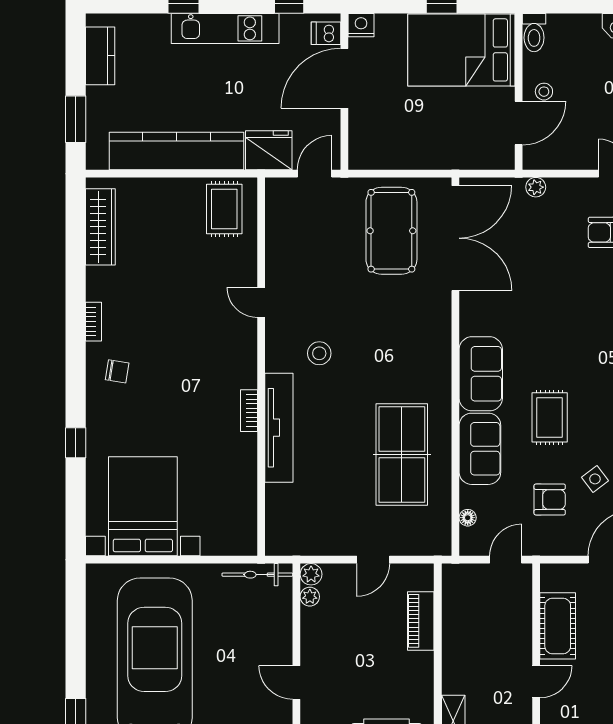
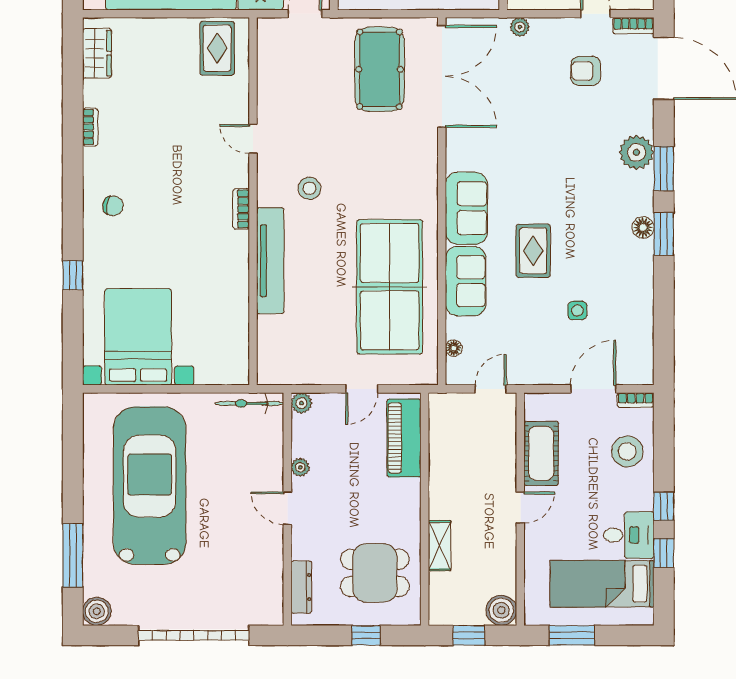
wardrobe: (100, 227) -> (97, 53), width x0.67
bookcase: (94, 322) -> (90, 127), moved
bookcase: (249, 411) -> (241, 209), moved
table tennis table: (402, 455) -> (390, 287), width x1.36, depth x1.32
side table: (595, 479) -> (577, 310), turned 37
armchair: (550, 500) -> (533, 330), removed
plant: (310, 597) -> (300, 467), moved
piano: (421, 621) -> (404, 438), width x1.37, depth x1.33

